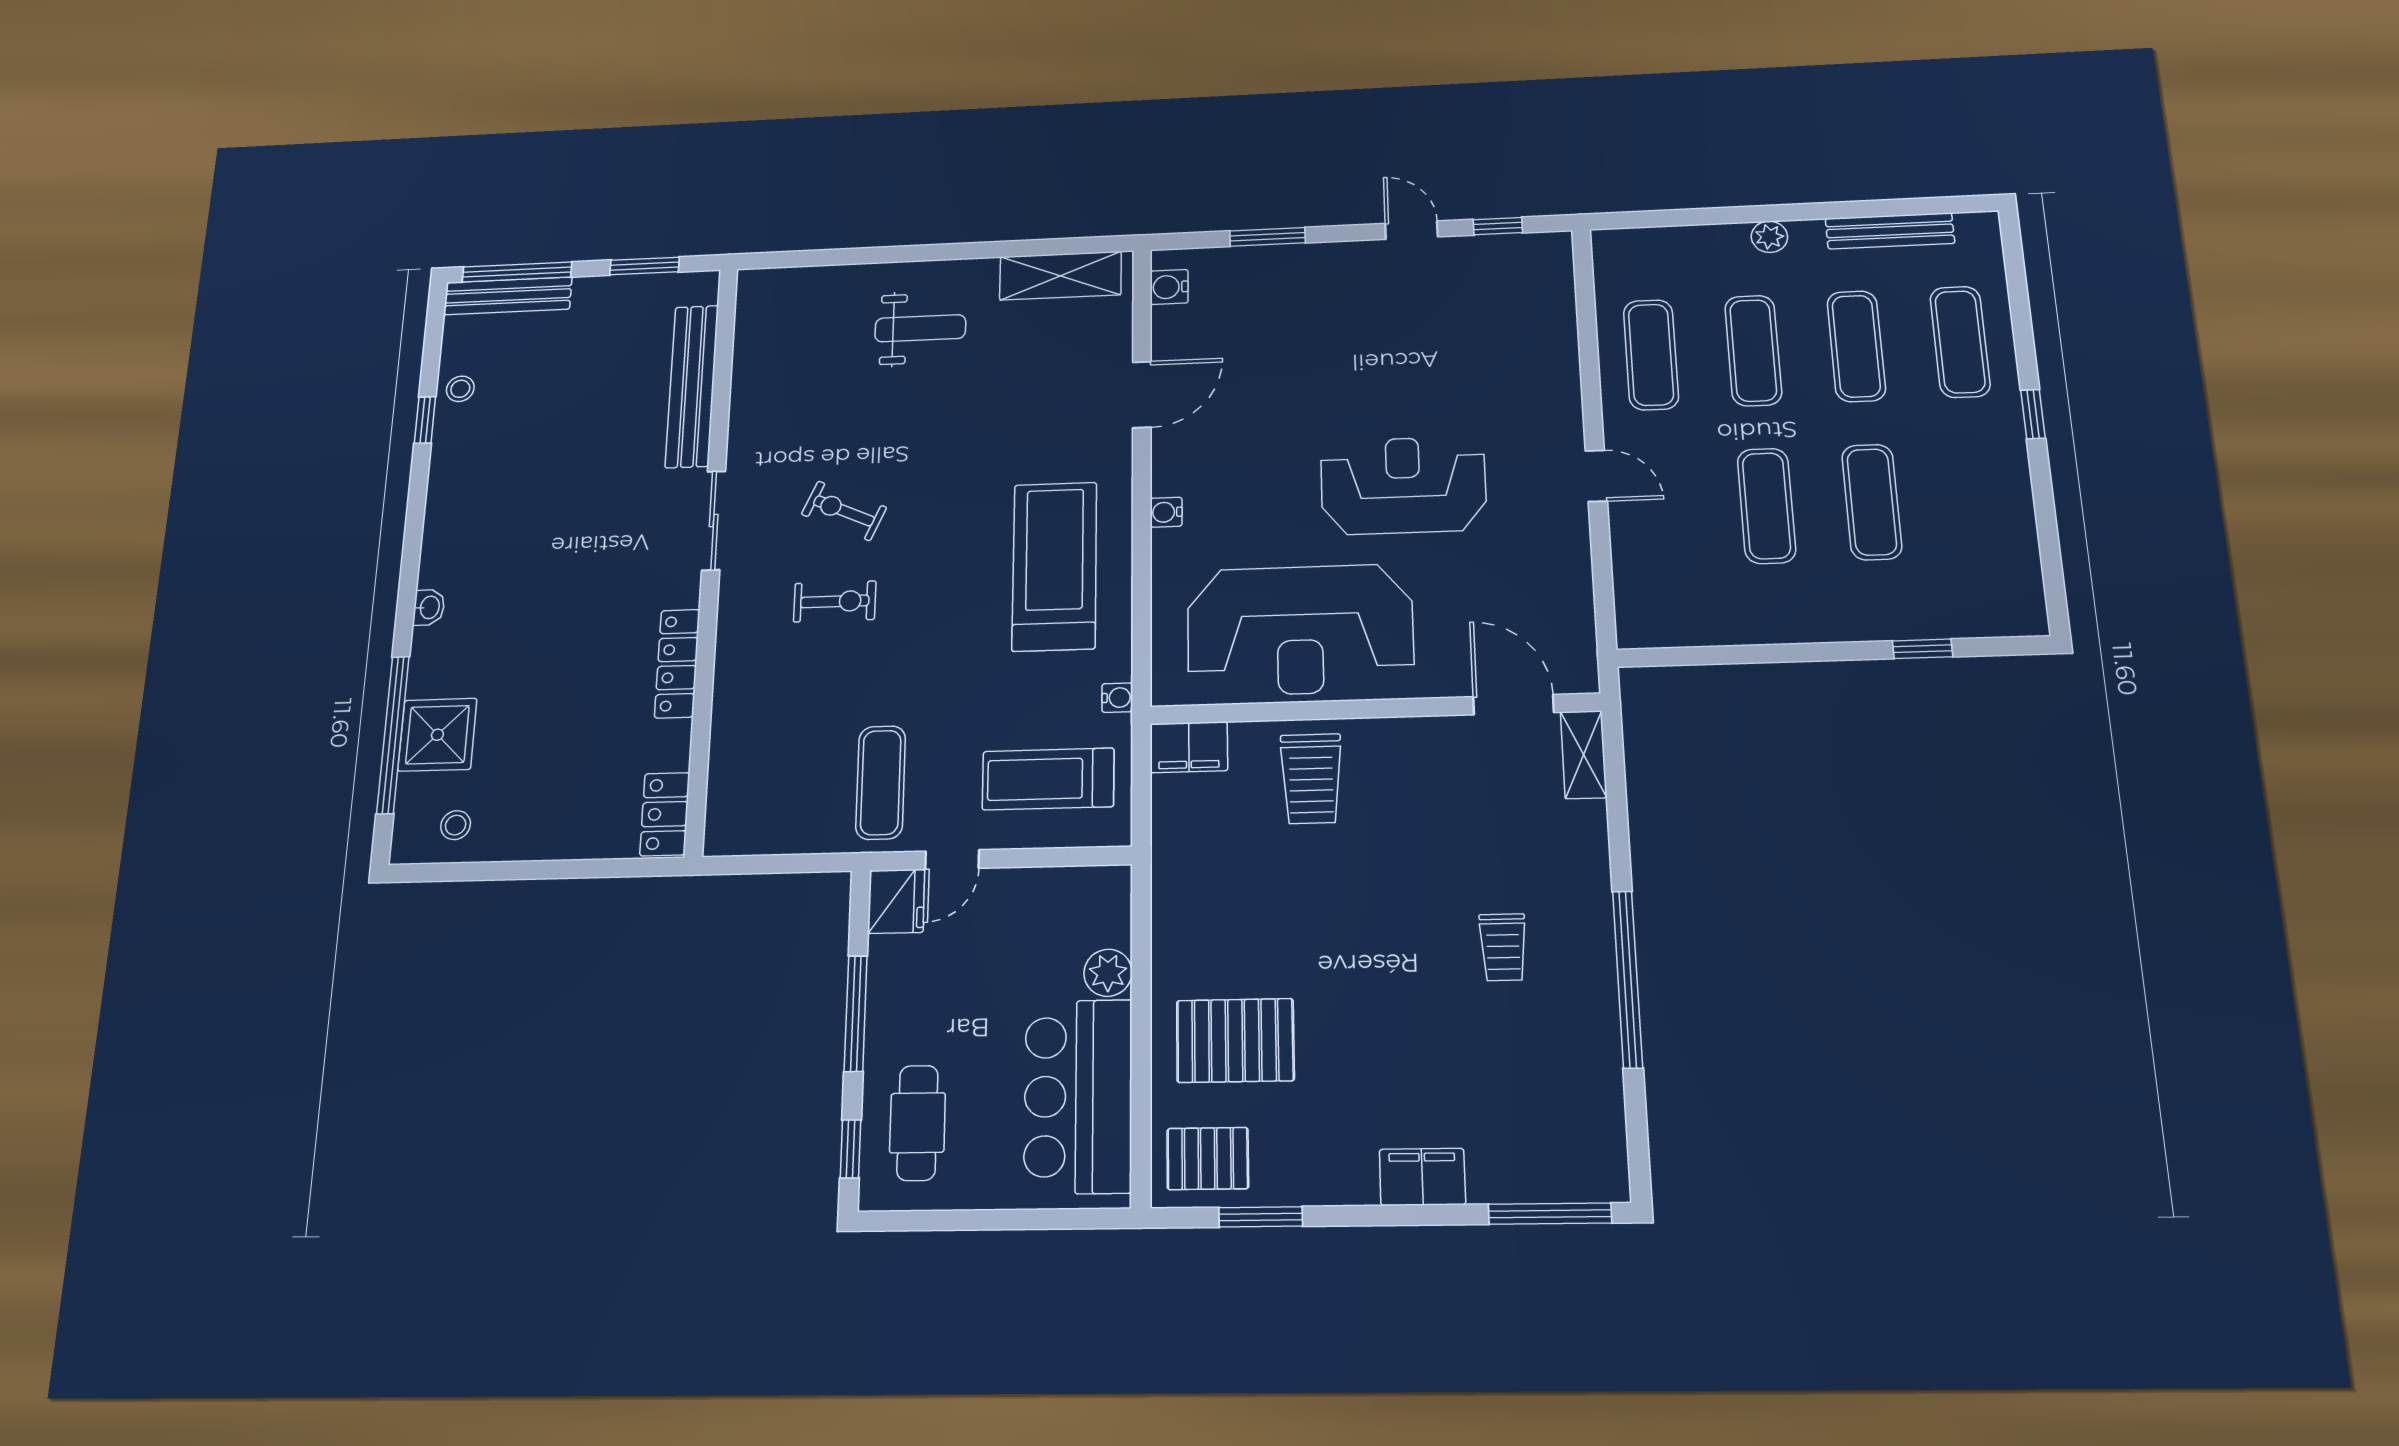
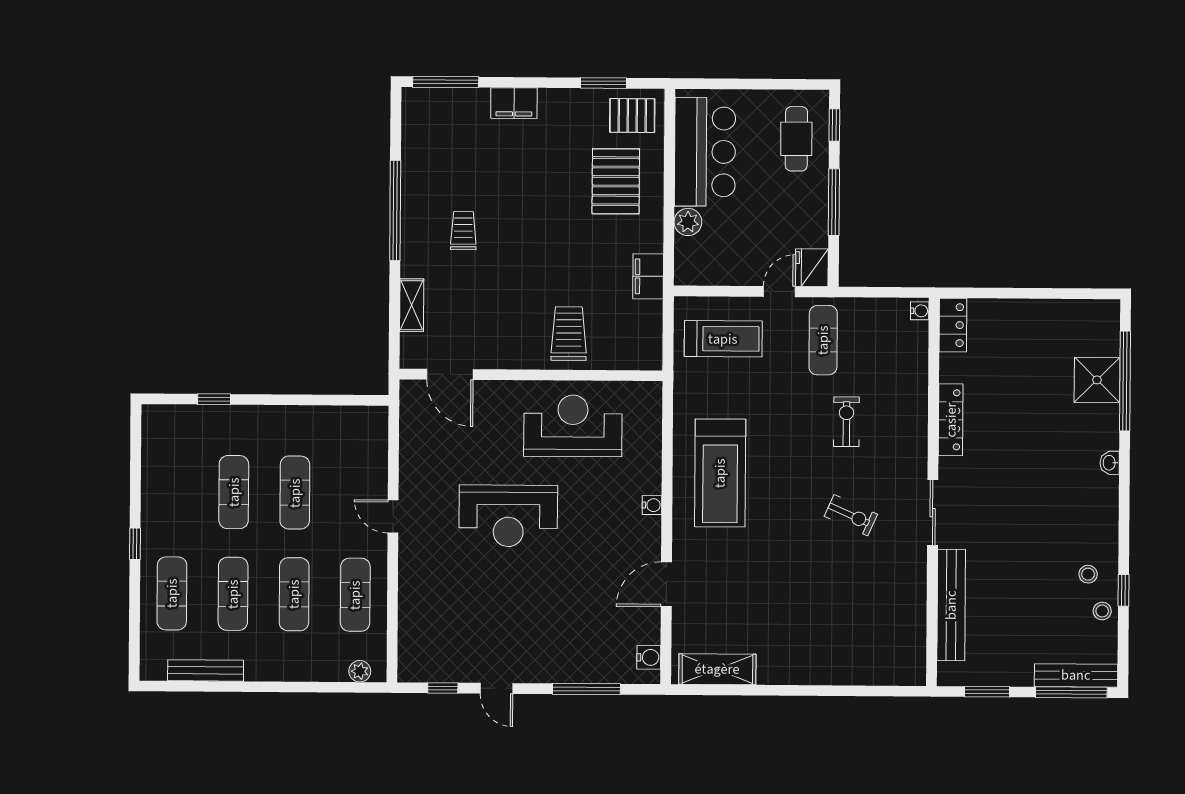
window: (1267, 237) -> (586, 689), width x1.44
plant: (1769, 237) -> (360, 671), moved
weight bench: (920, 328) -> (806, 637), removed
exercise bike: (835, 601) -> (846, 422), moved, turned 90
reception desk: (1300, 630) -> (573, 426), width x0.74, depth x0.77
water cooler: (1117, 698) -> (920, 311), moved, turned 180
filing cabinet: (1189, 747) -> (648, 276), moved, turned -90
shelving: (1583, 755) -> (412, 305), moved
stool: (456, 825) -> (1088, 574), moved
pallet: (1235, 1040) -> (616, 181), turned 90

